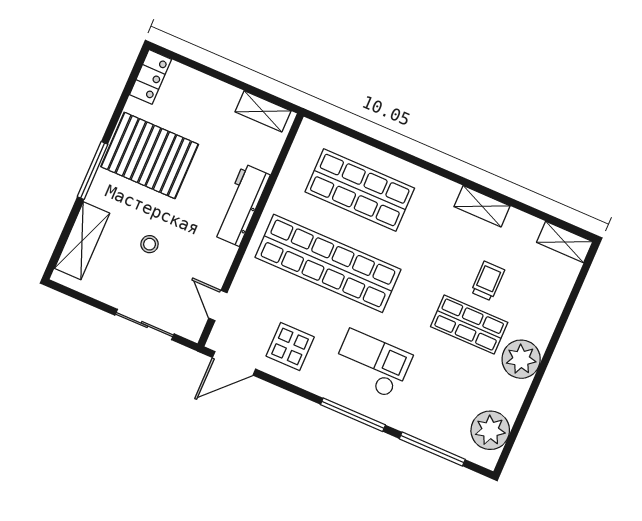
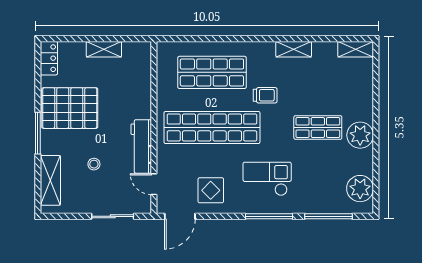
shelving: (263, 111) -> (104, 49), moved
workbench: (241, 205) -> (141, 146), moved
trolley: (488, 281) -> (265, 95), moved, turned 90

